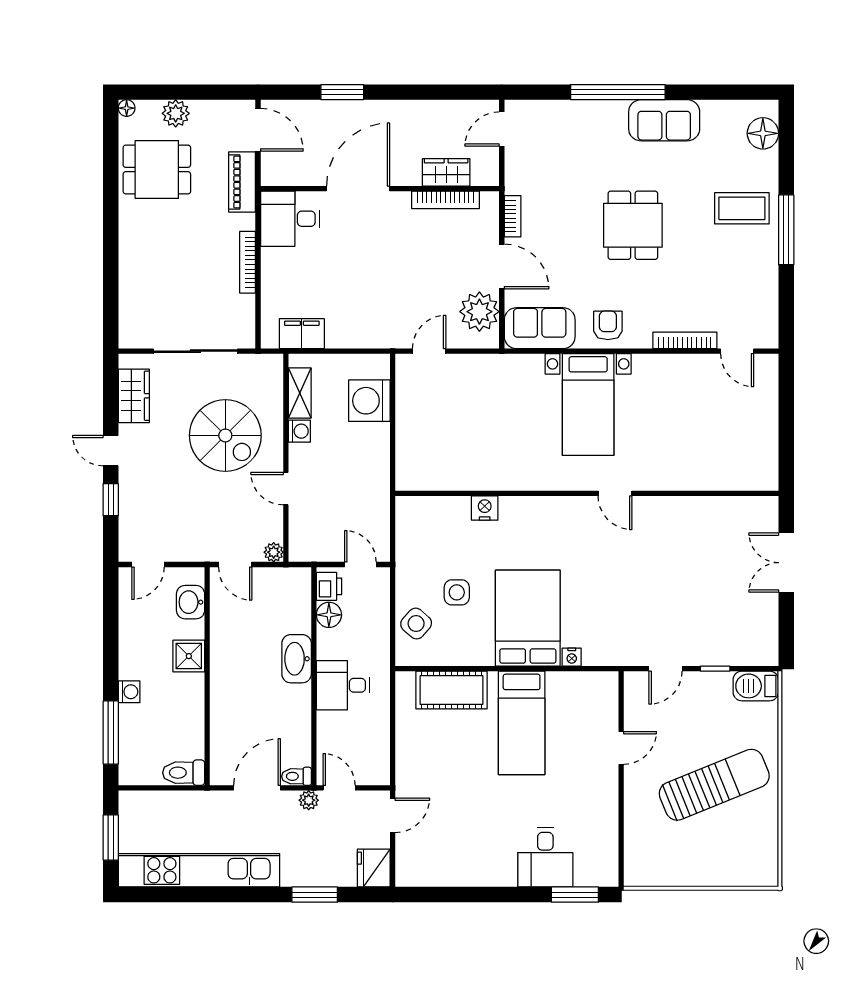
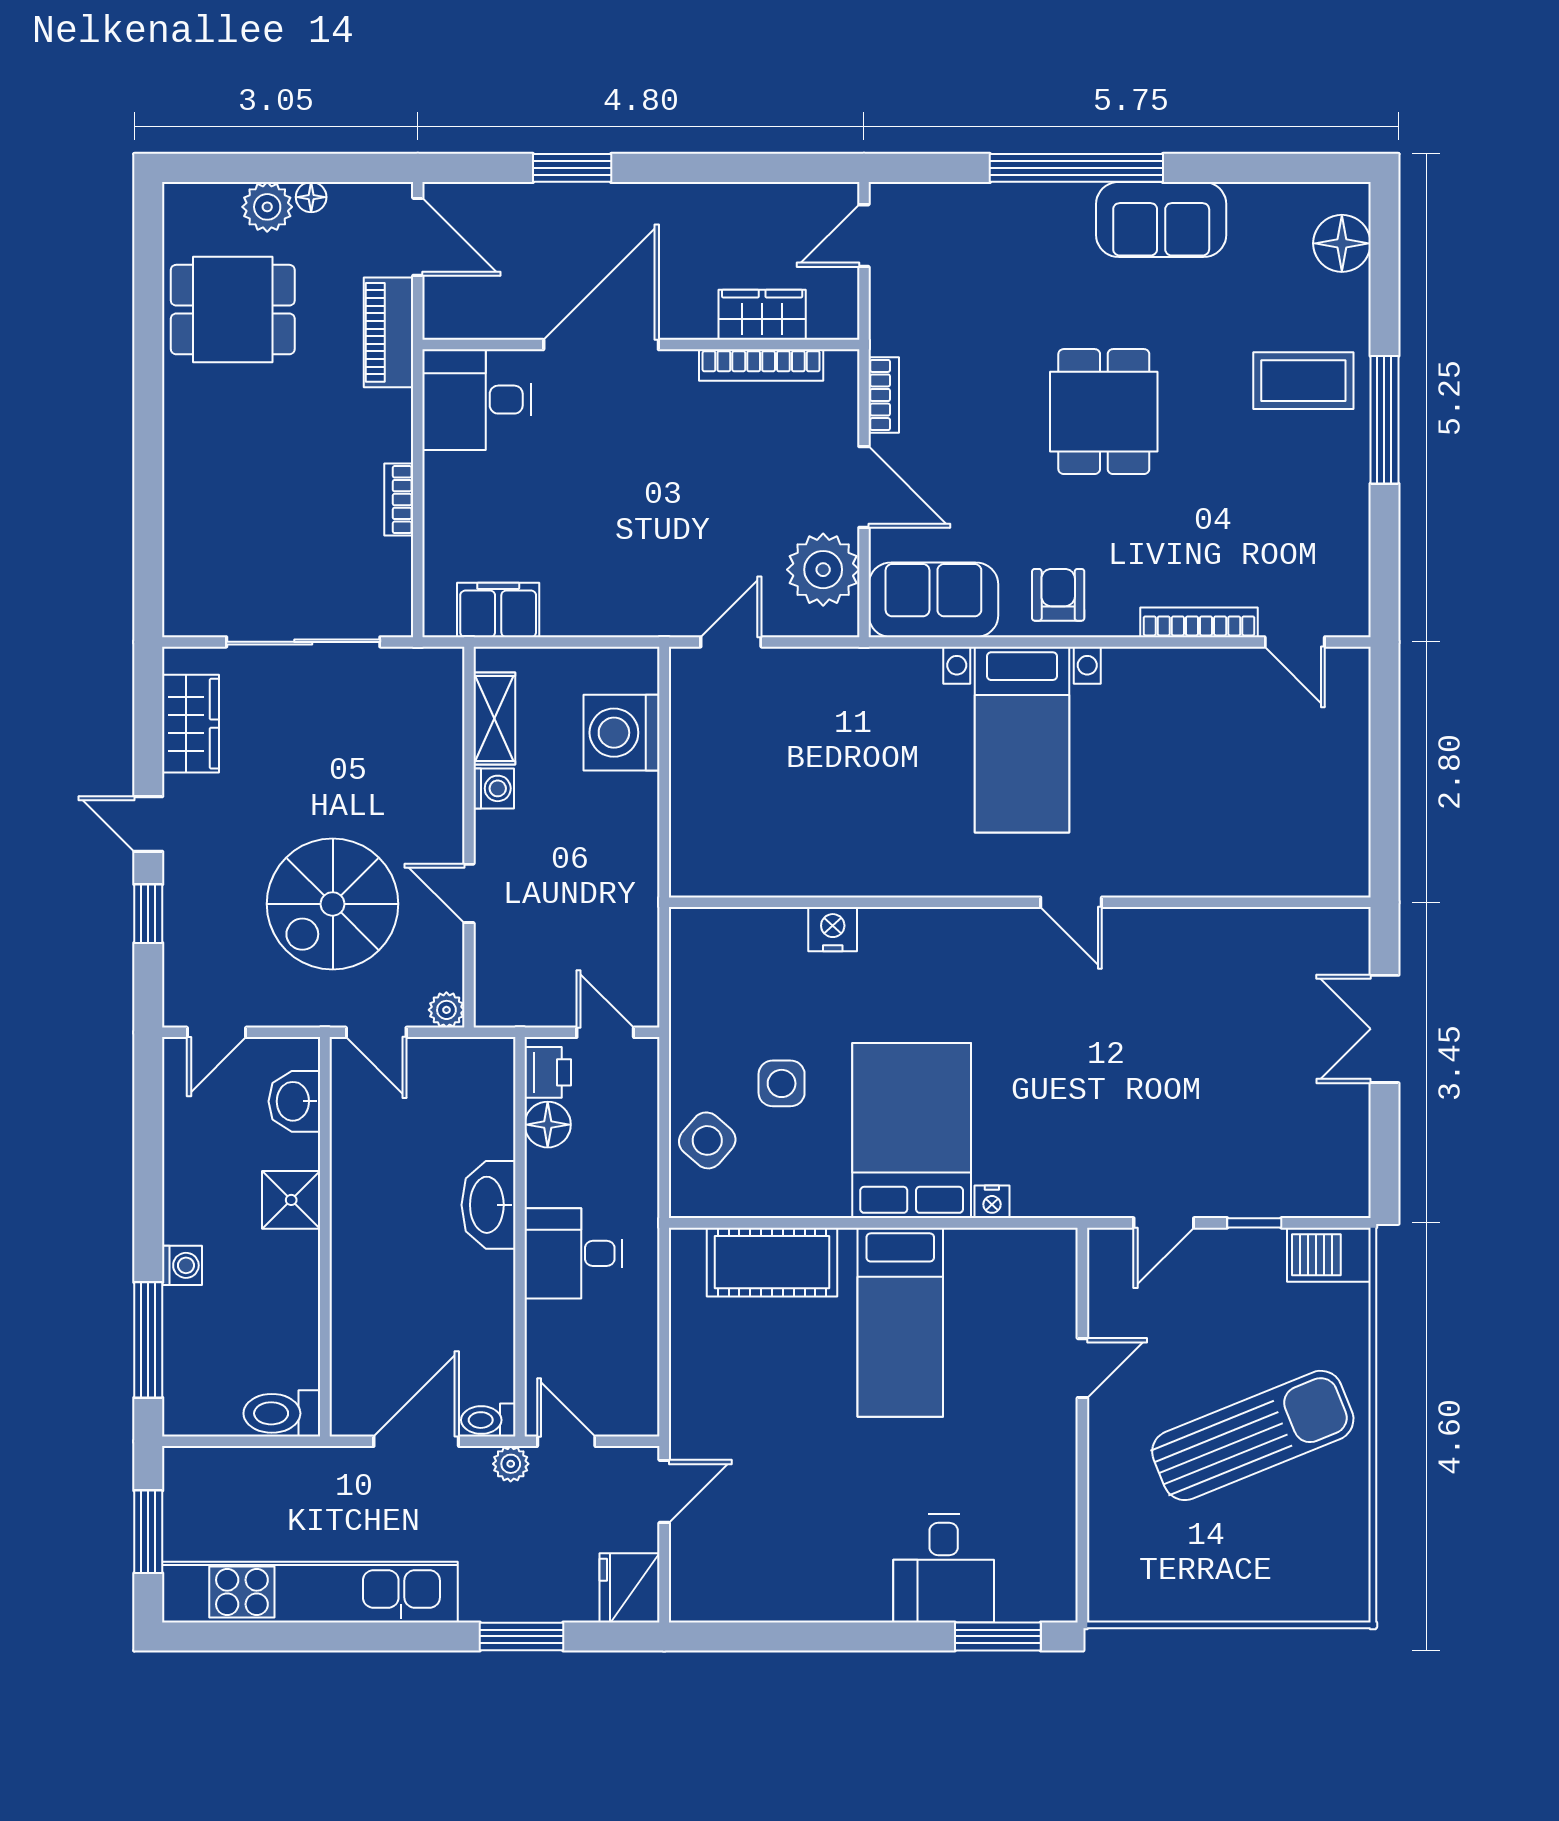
floor lamp: (127, 108) -> (311, 197), moved
bookcase: (248, 262) -> (399, 500), width x0.64
spiral stairs: (225, 435) -> (333, 904), moved, turned 90

